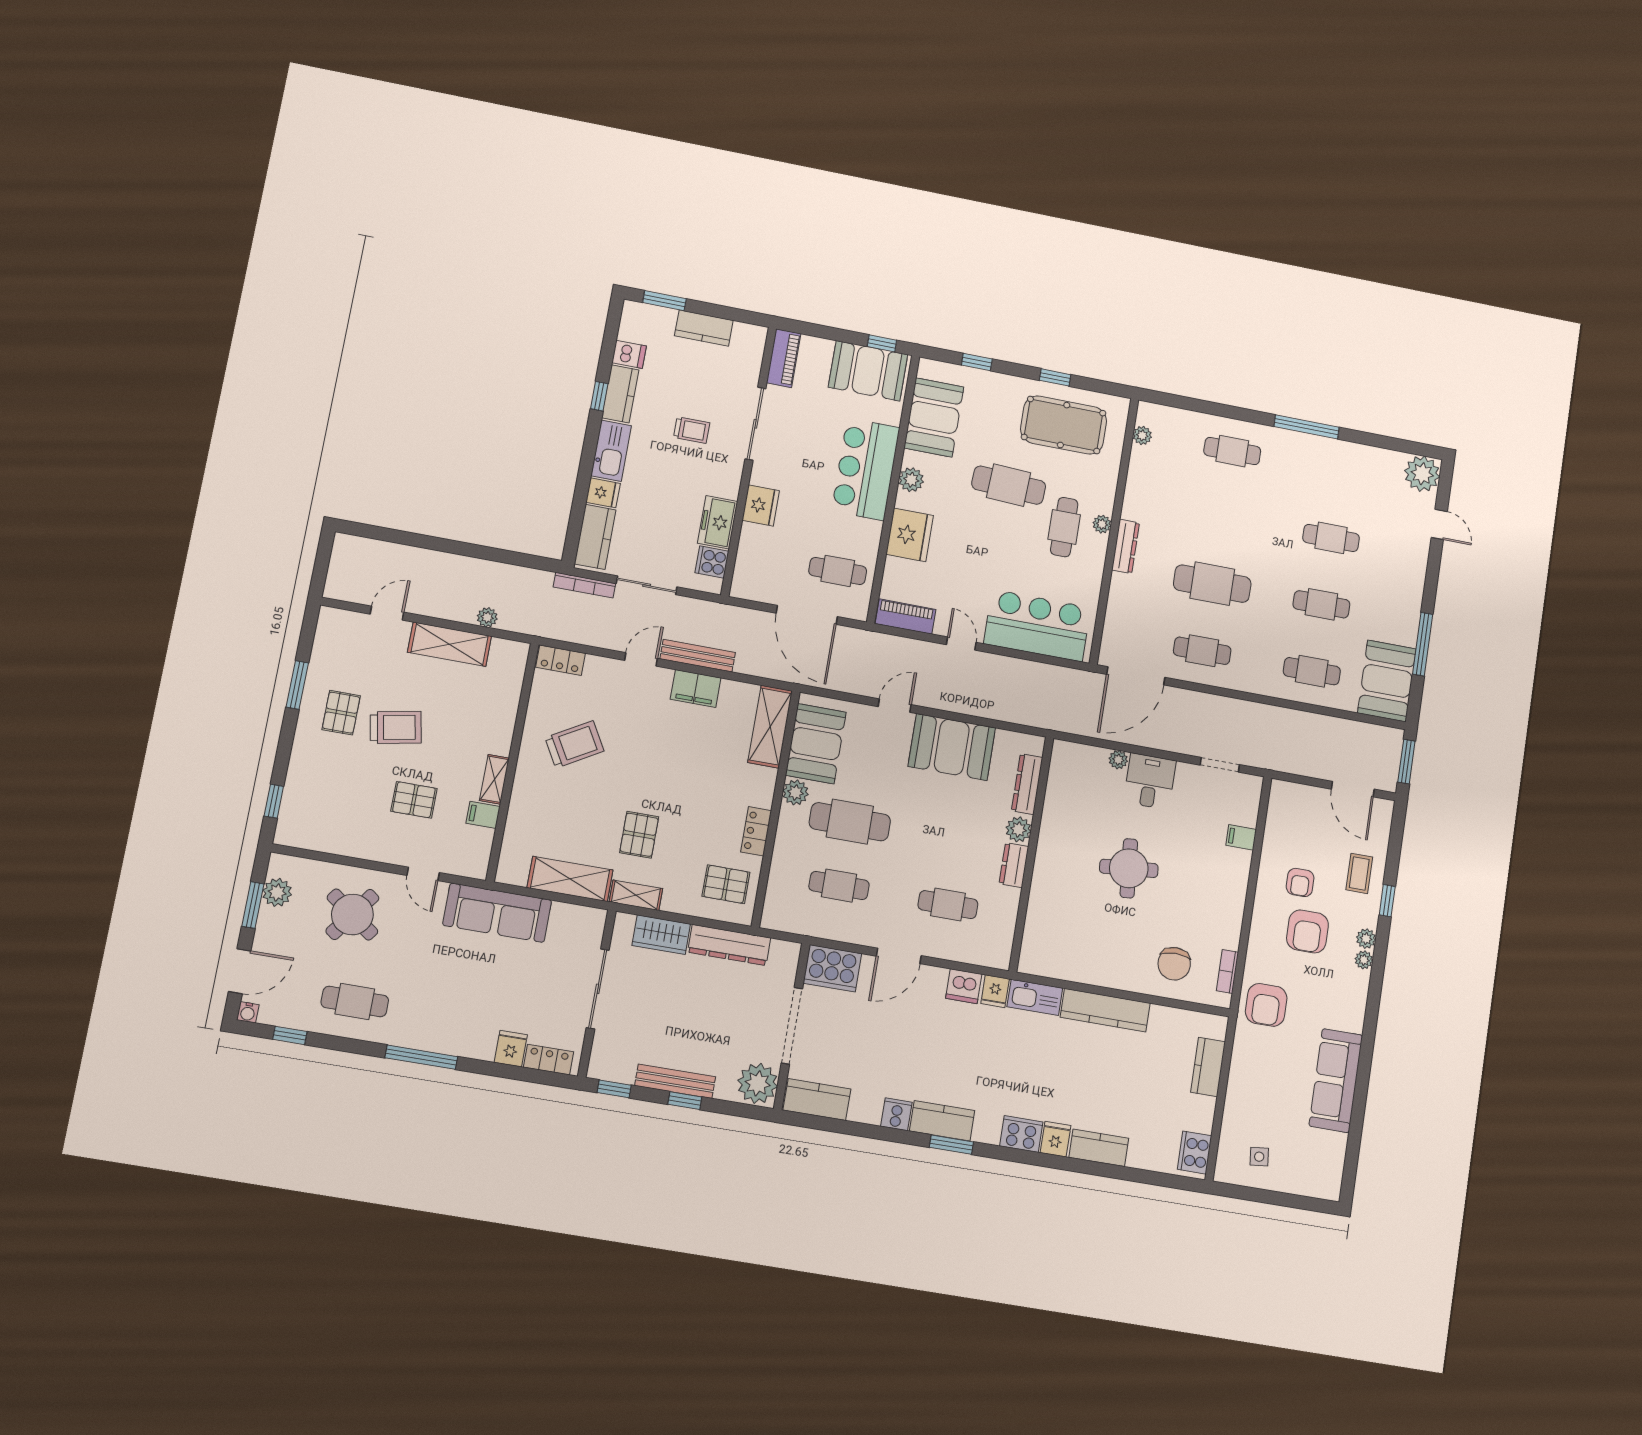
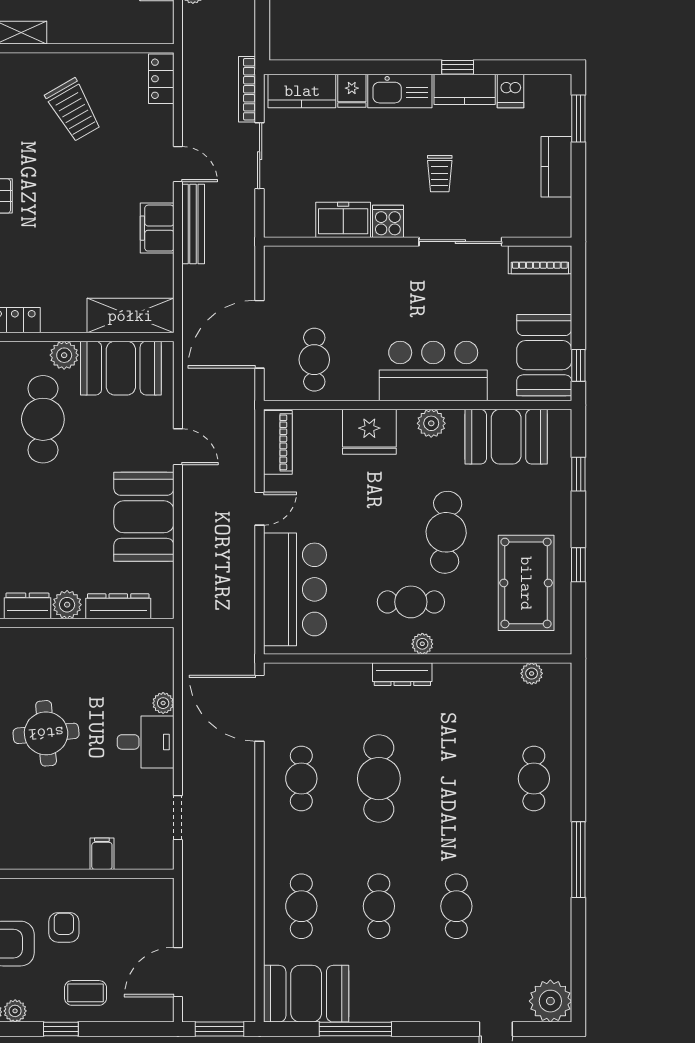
fridge: (761, 505) -> (371, 263), removed
cooker: (712, 562) -> (388, 221), moved
armchair: (1300, 882) -> (64, 927), turned 90

